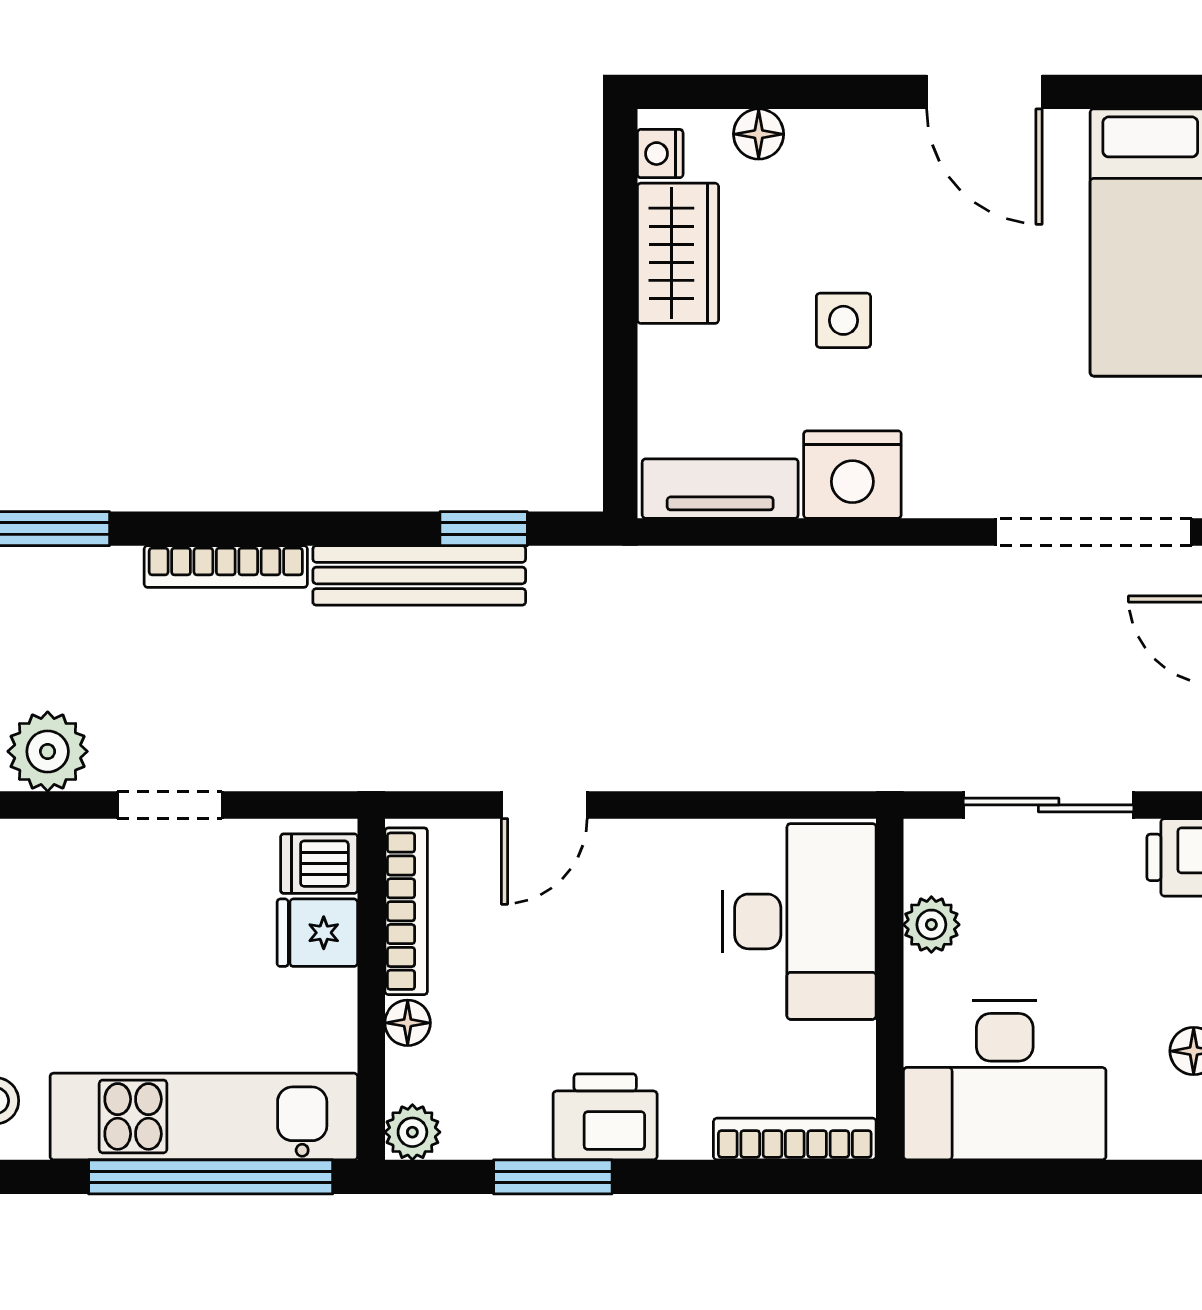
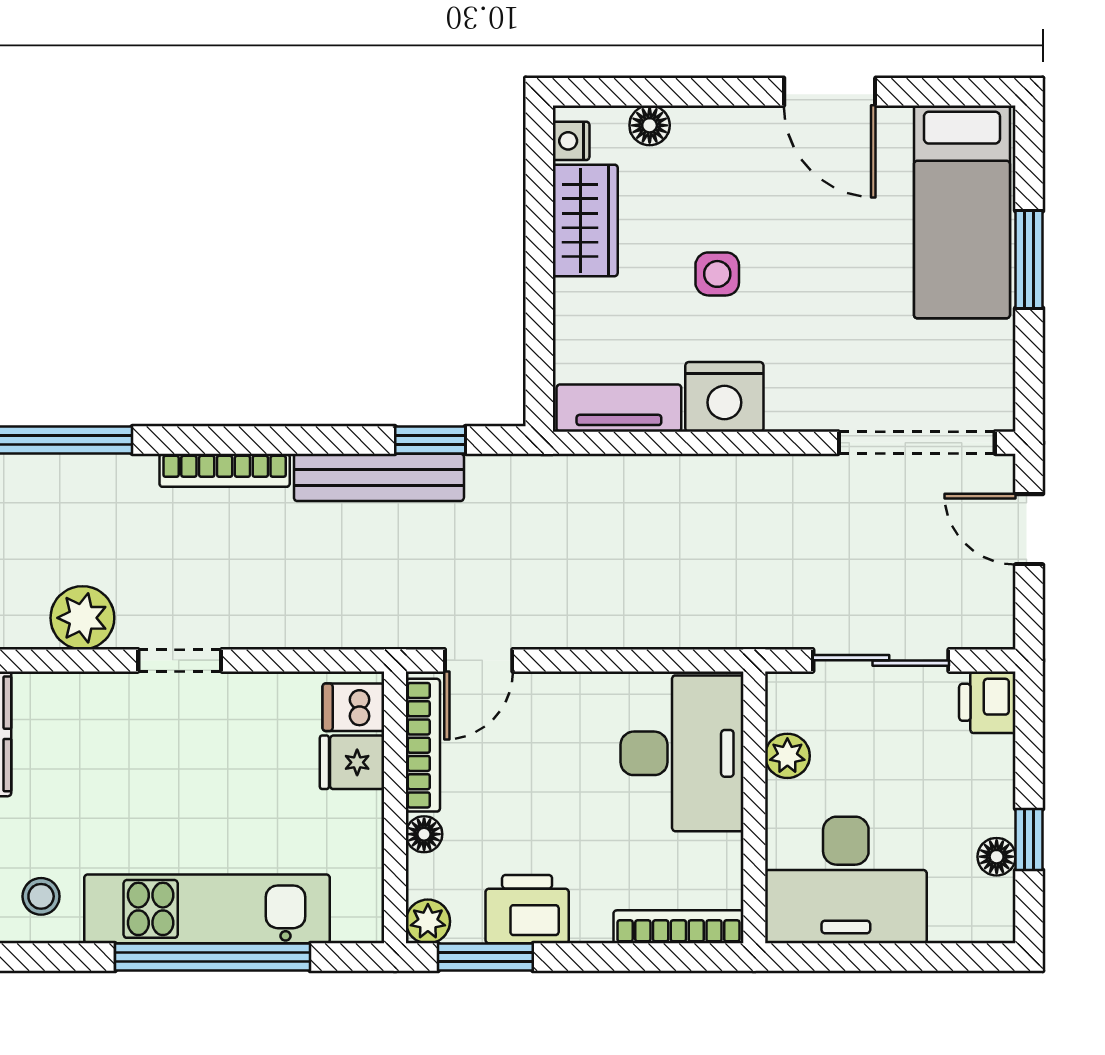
dishwasher: (319, 864) -> (353, 707), moved
bookcase: (406, 911) -> (423, 745), moved
fridge: (317, 933) -> (352, 762), moved
wall: (371, 989) -> (395, 807), moved
floor lamp: (408, 1023) -> (424, 834), moved
plant: (412, 1132) -> (428, 921), moved

